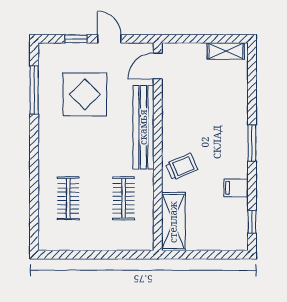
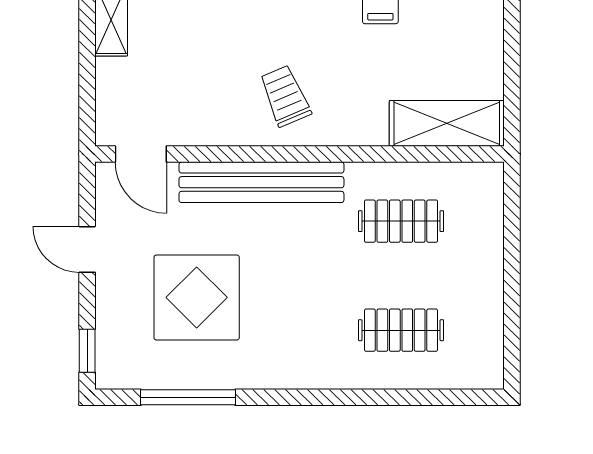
window: (76, 39) -> (87, 351), moved
door: (109, 39) -> (87, 249), hinge flipped
trolley: (182, 167) -> (285, 96), moved

